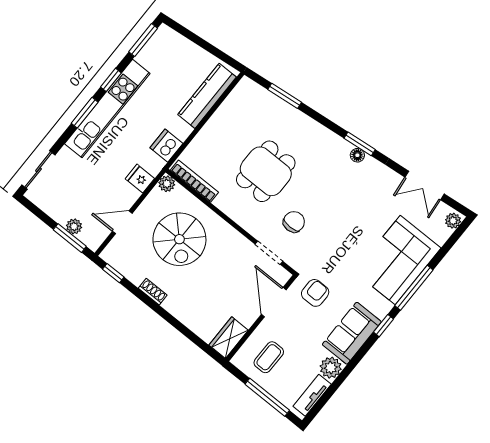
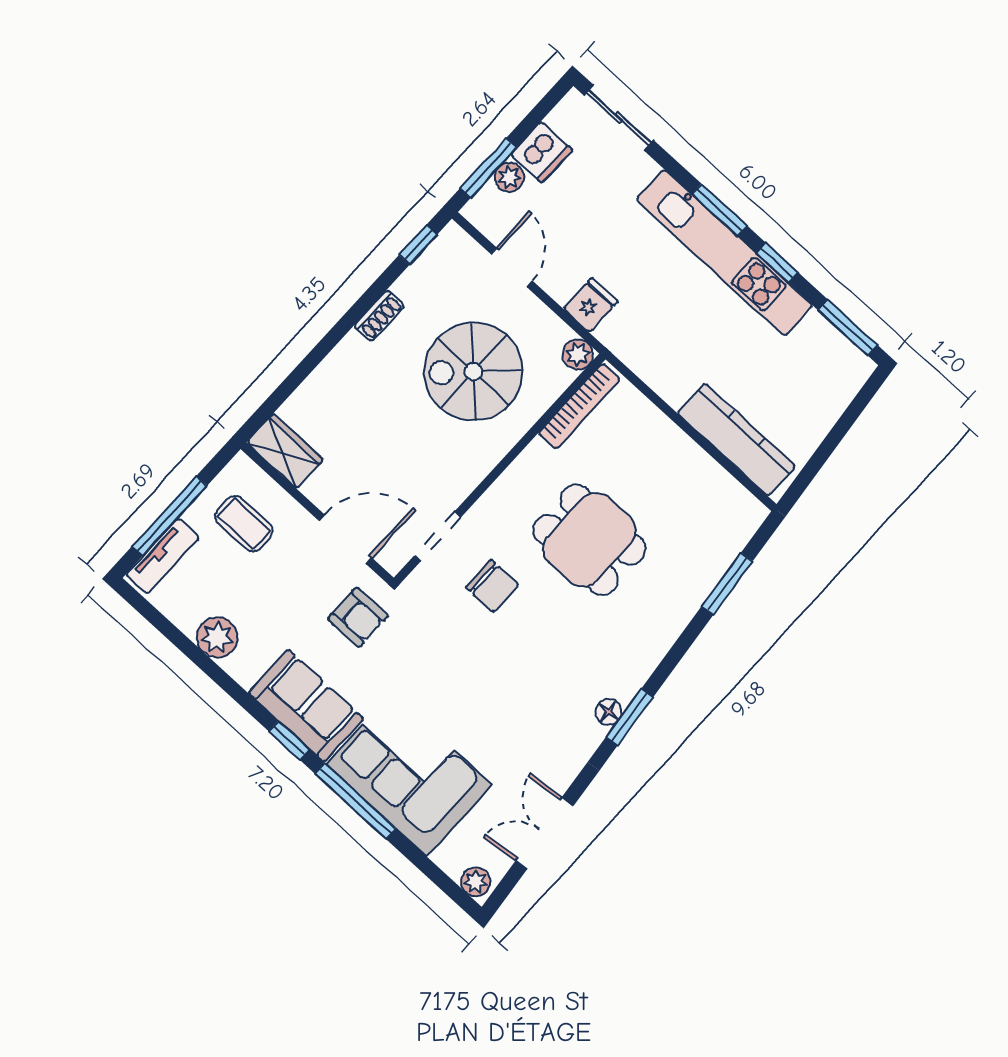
dishwasher: (166, 146) -> (542, 152), moved, turned 90
sofa: (352, 333) -> (306, 706), moved
tv unit: (312, 395) -> (163, 556), moved, turned 90

